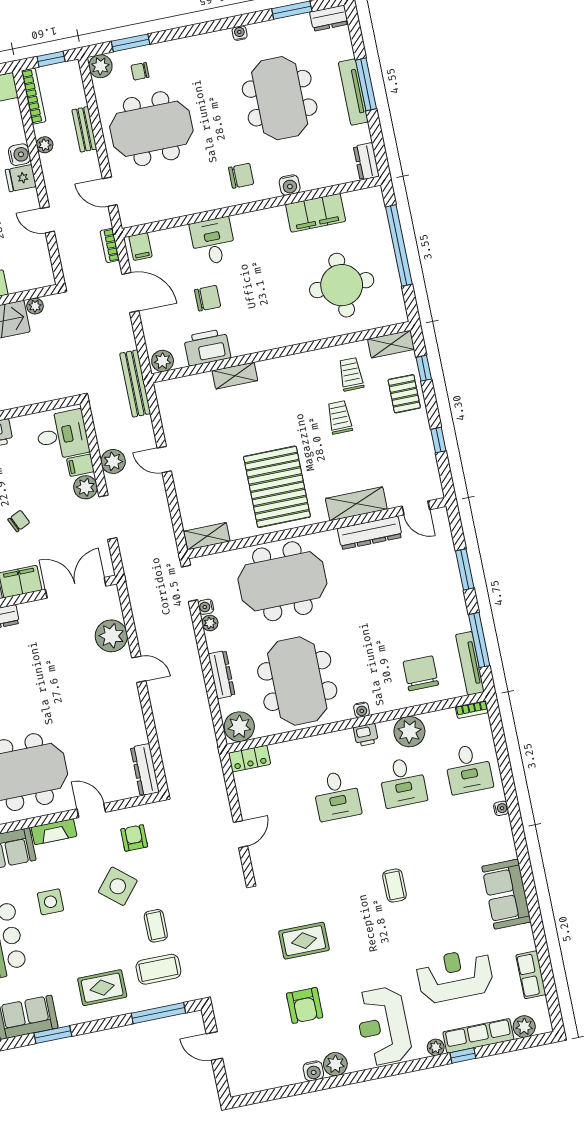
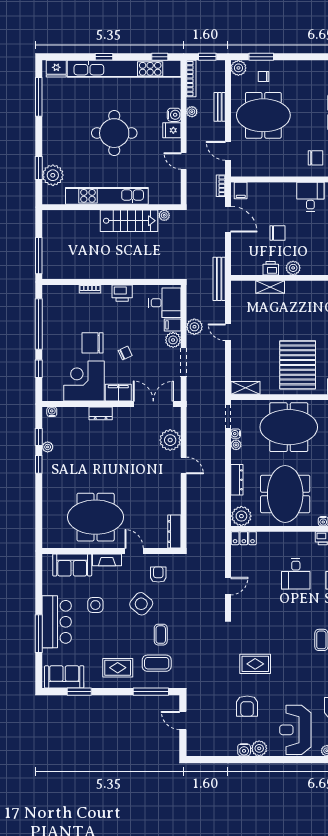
desk: (213, 241) -> (310, 197), moved
printer: (207, 347) -> (271, 268), width x0.53, depth x0.68
plant: (163, 361) -> (293, 268), moved
shelving: (235, 376) -> (270, 287), moved

